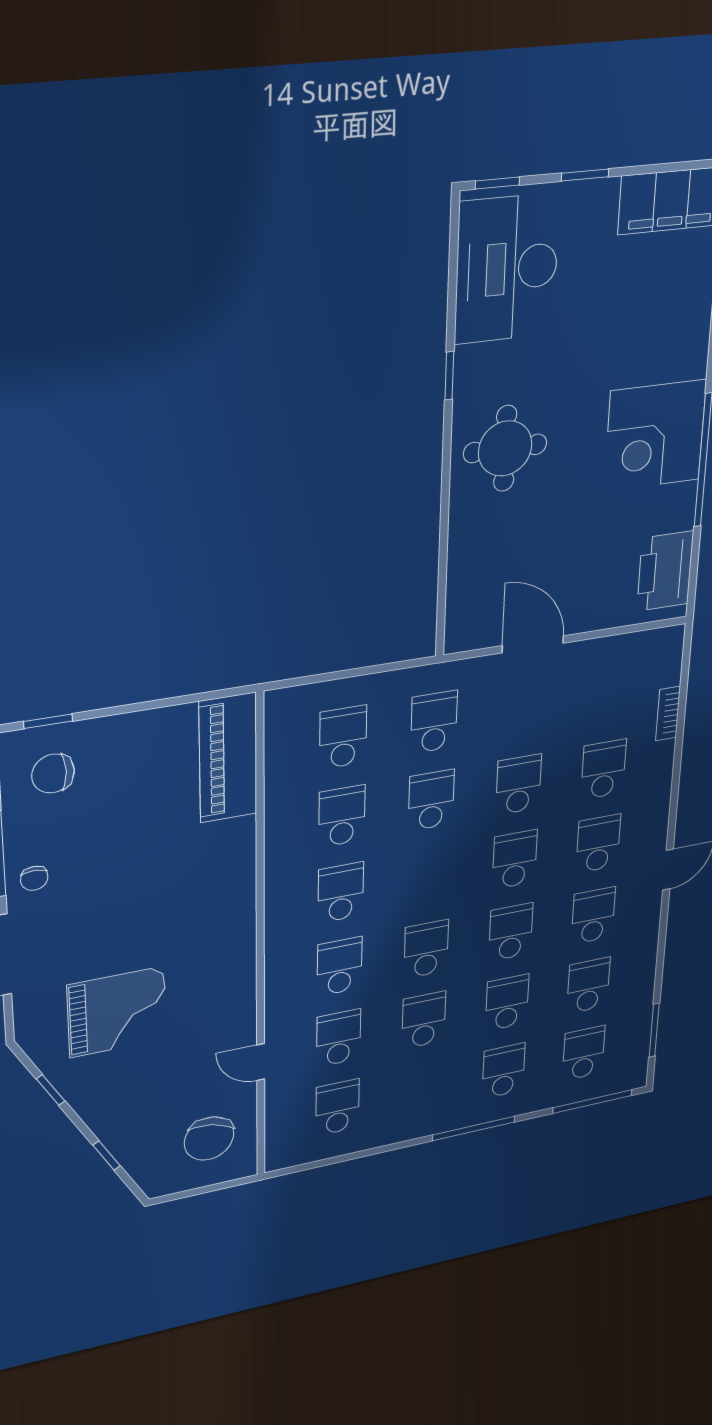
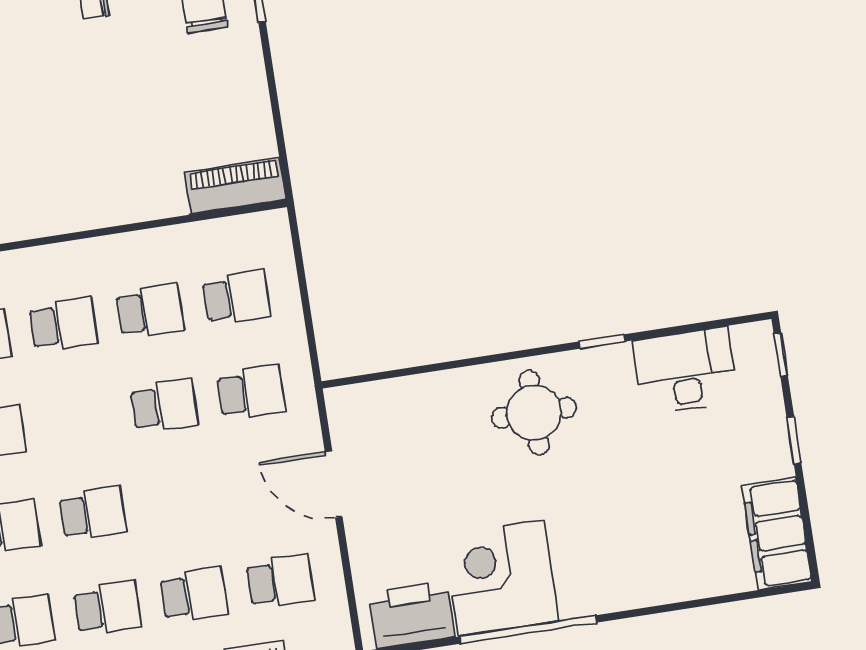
desk: (507, 269) -> (685, 371), width x0.73, depth x0.77
corner desk: (655, 436) -> (501, 578), moved
door: (533, 644) -> (334, 484), swing flipped
piano: (228, 758) -> (235, 186), width x0.73, depth x0.75
school desk: (518, 785) -> (280, 581), moved

